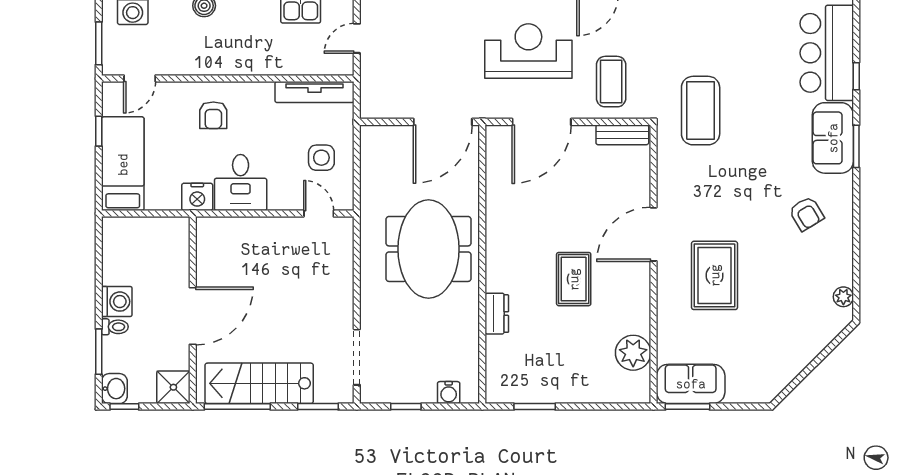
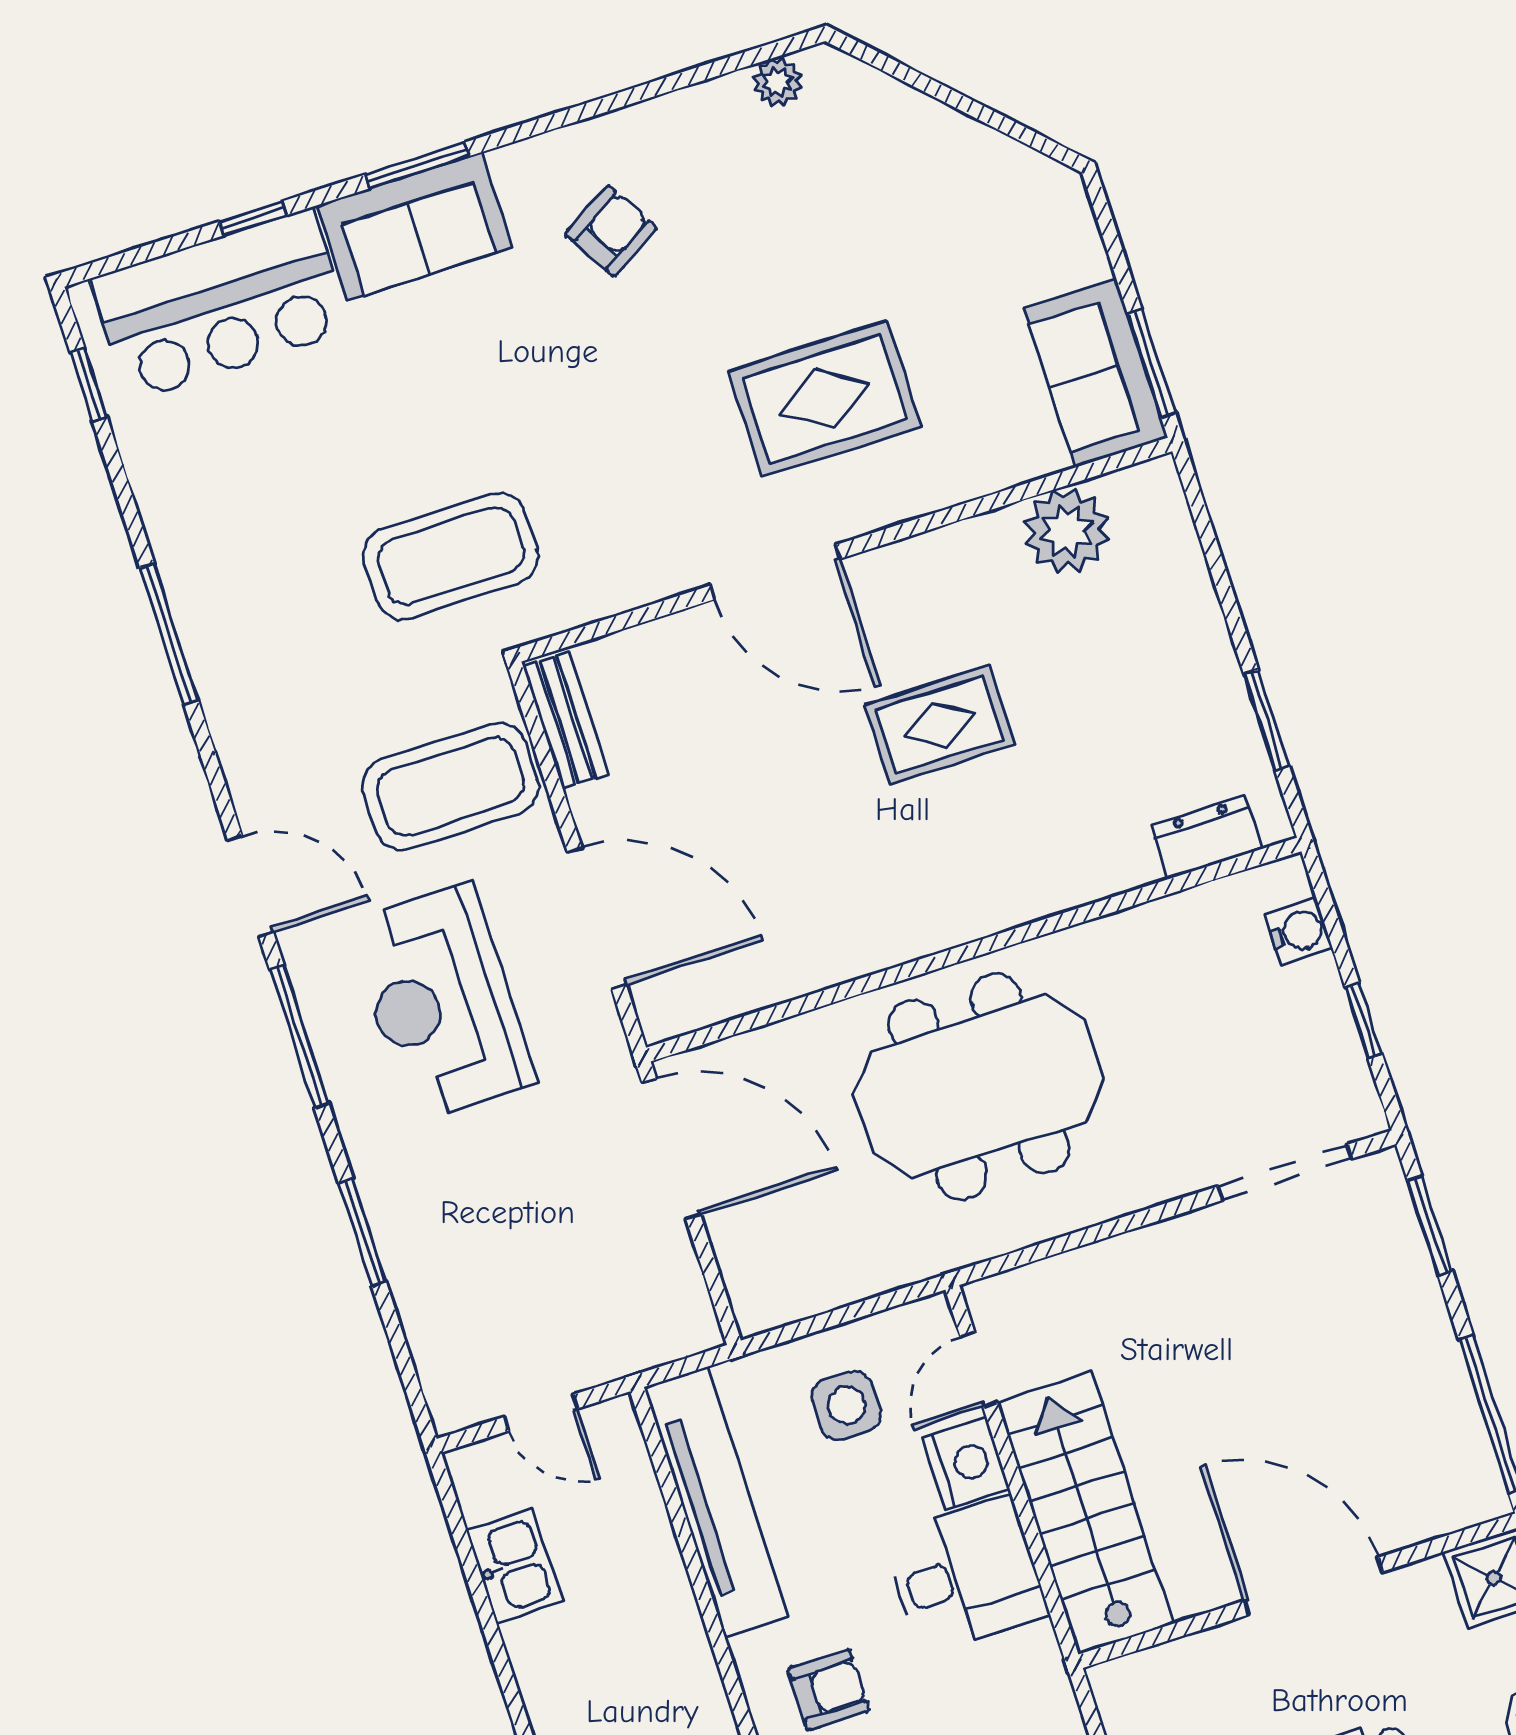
coffee table: (611, 82) -> (450, 786), width x1.36, depth x1.32
tv unit: (315, 92) -> (716, 1502), width x1.36, depth x1.29
nightstand: (197, 197) -> (966, 1463), moved
dresser: (497, 314) -> (1207, 837), moved
stairs: (259, 383) -> (1085, 1513), moved, turned 180

